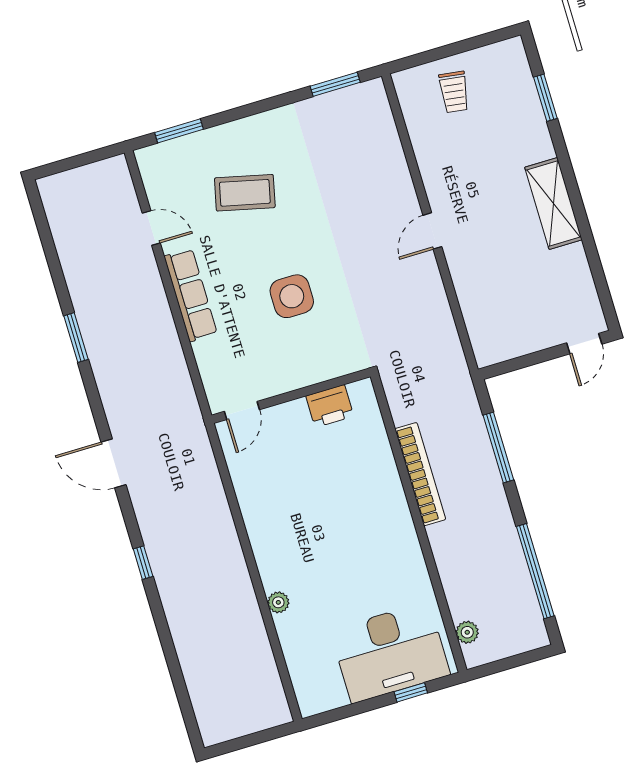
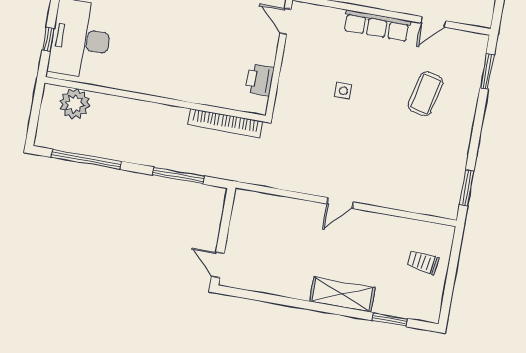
shelving: (553, 203) -> (342, 295), moved
door: (432, 231) -> (340, 203), swing flipped
side table: (292, 296) -> (343, 91), width x0.54, depth x0.54
bookcase: (420, 474) -> (225, 123), moved
plant: (467, 632) -> (75, 104), width x1.88, depth x1.88

